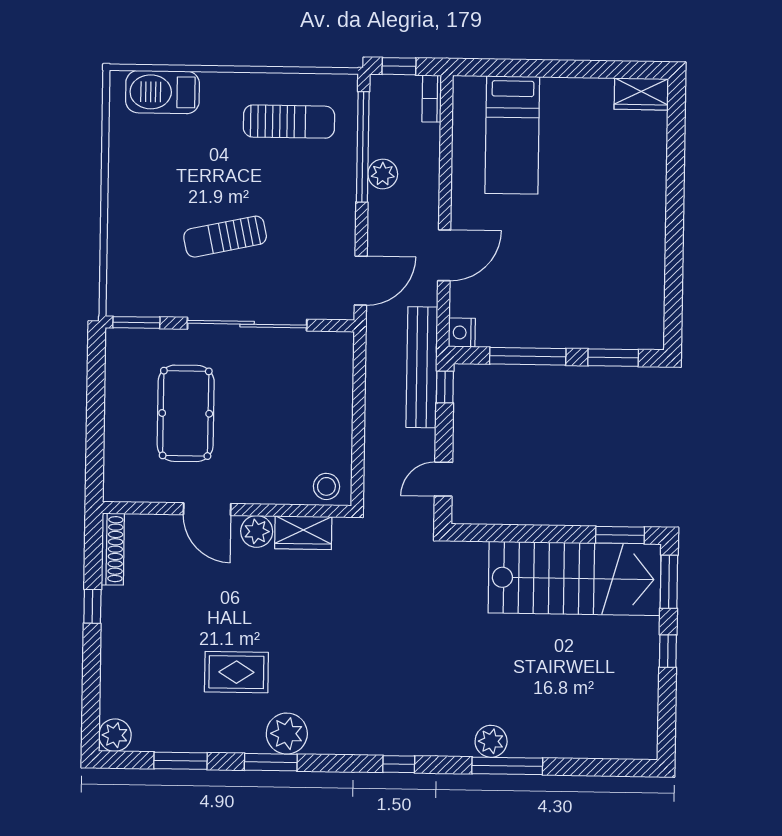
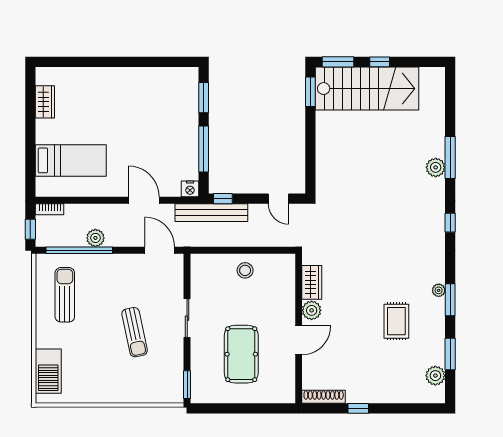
wardrobe: (641, 94) -> (45, 102), moved
sliding door: (247, 324) -> (187, 318), width x0.54
pool table: (186, 413) -> (241, 354), turned 90
stool: (326, 486) -> (245, 270), moved
stairs: (575, 578) -> (367, 89), moved, turned 90
plant: (287, 734) -> (439, 290), width x0.53, depth x0.53
plant: (115, 735) -> (435, 376), moved

